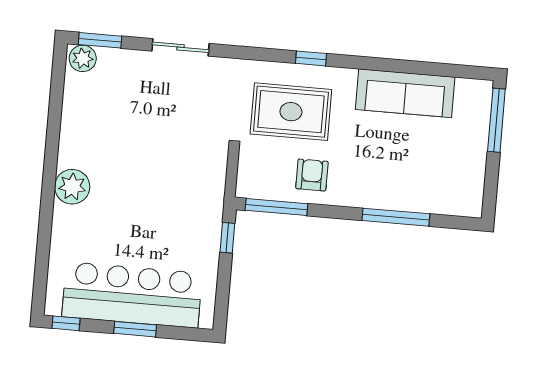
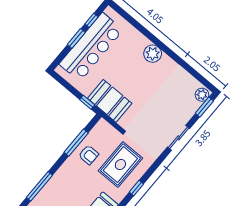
booth: (199, 203) -> (110, 101), added
window: (276, 207) -> (76, 143), moved
window: (396, 217) -> (39, 186), moved
window: (66, 323) -> (91, 20), moved

